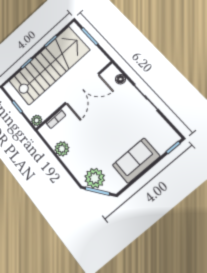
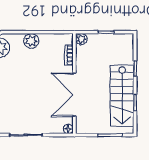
stairs: (49, 66) -> (122, 96), width x0.73, depth x0.66
floor lamp: (120, 79) -> (68, 129), moved
plant: (62, 149) -> (31, 41), moved

